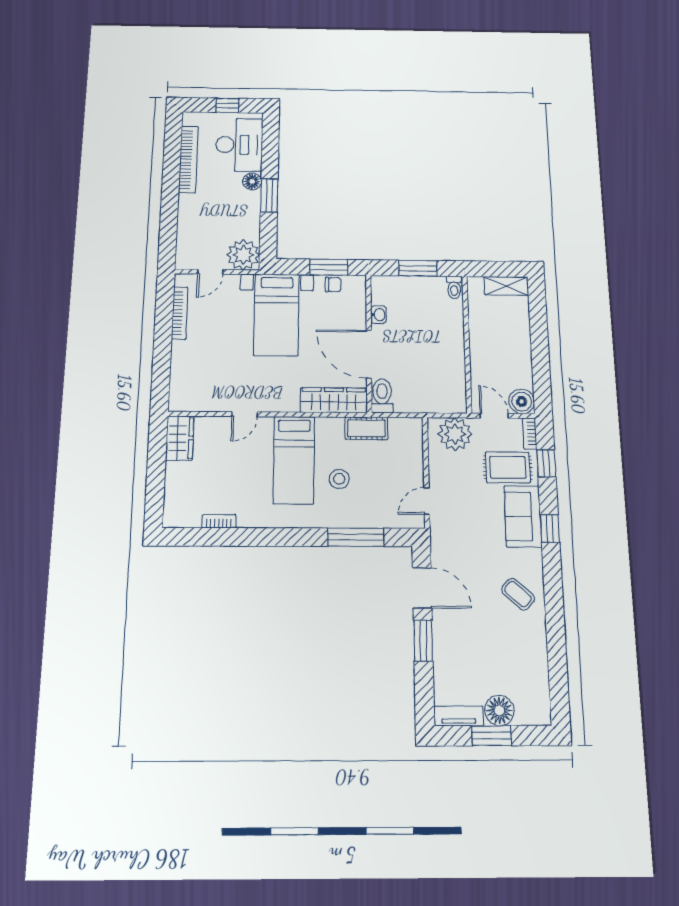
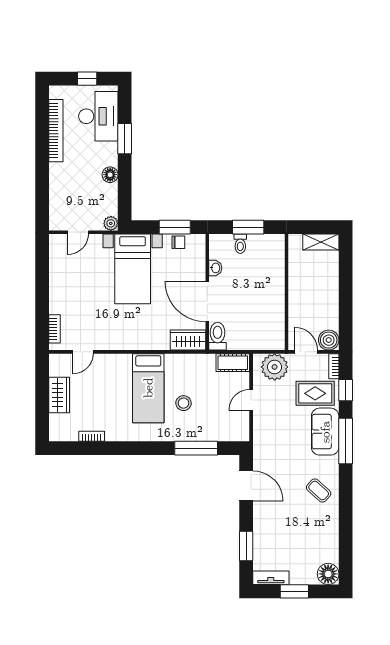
floor lamp: (252, 181) -> (110, 175), moved
window: (269, 195) -> (125, 139), moved
plant: (243, 255) -> (111, 223), width x0.53, depth x0.53
toilet: (454, 287) -> (240, 244), moved
bookcase: (180, 313) -> (55, 329), moved, width x0.64
wardrobe: (334, 400) -> (188, 340), width x0.67
door: (245, 414) -> (83, 352), moved
cot: (366, 428) -> (233, 363), moved
wardrobe: (180, 438) -> (59, 395), moved
door: (427, 501) -> (251, 400), moved
window: (550, 528) -> (346, 441), width x2.17
window: (423, 641) -> (246, 546), moved
floor lamp: (499, 710) -> (328, 574), moved

